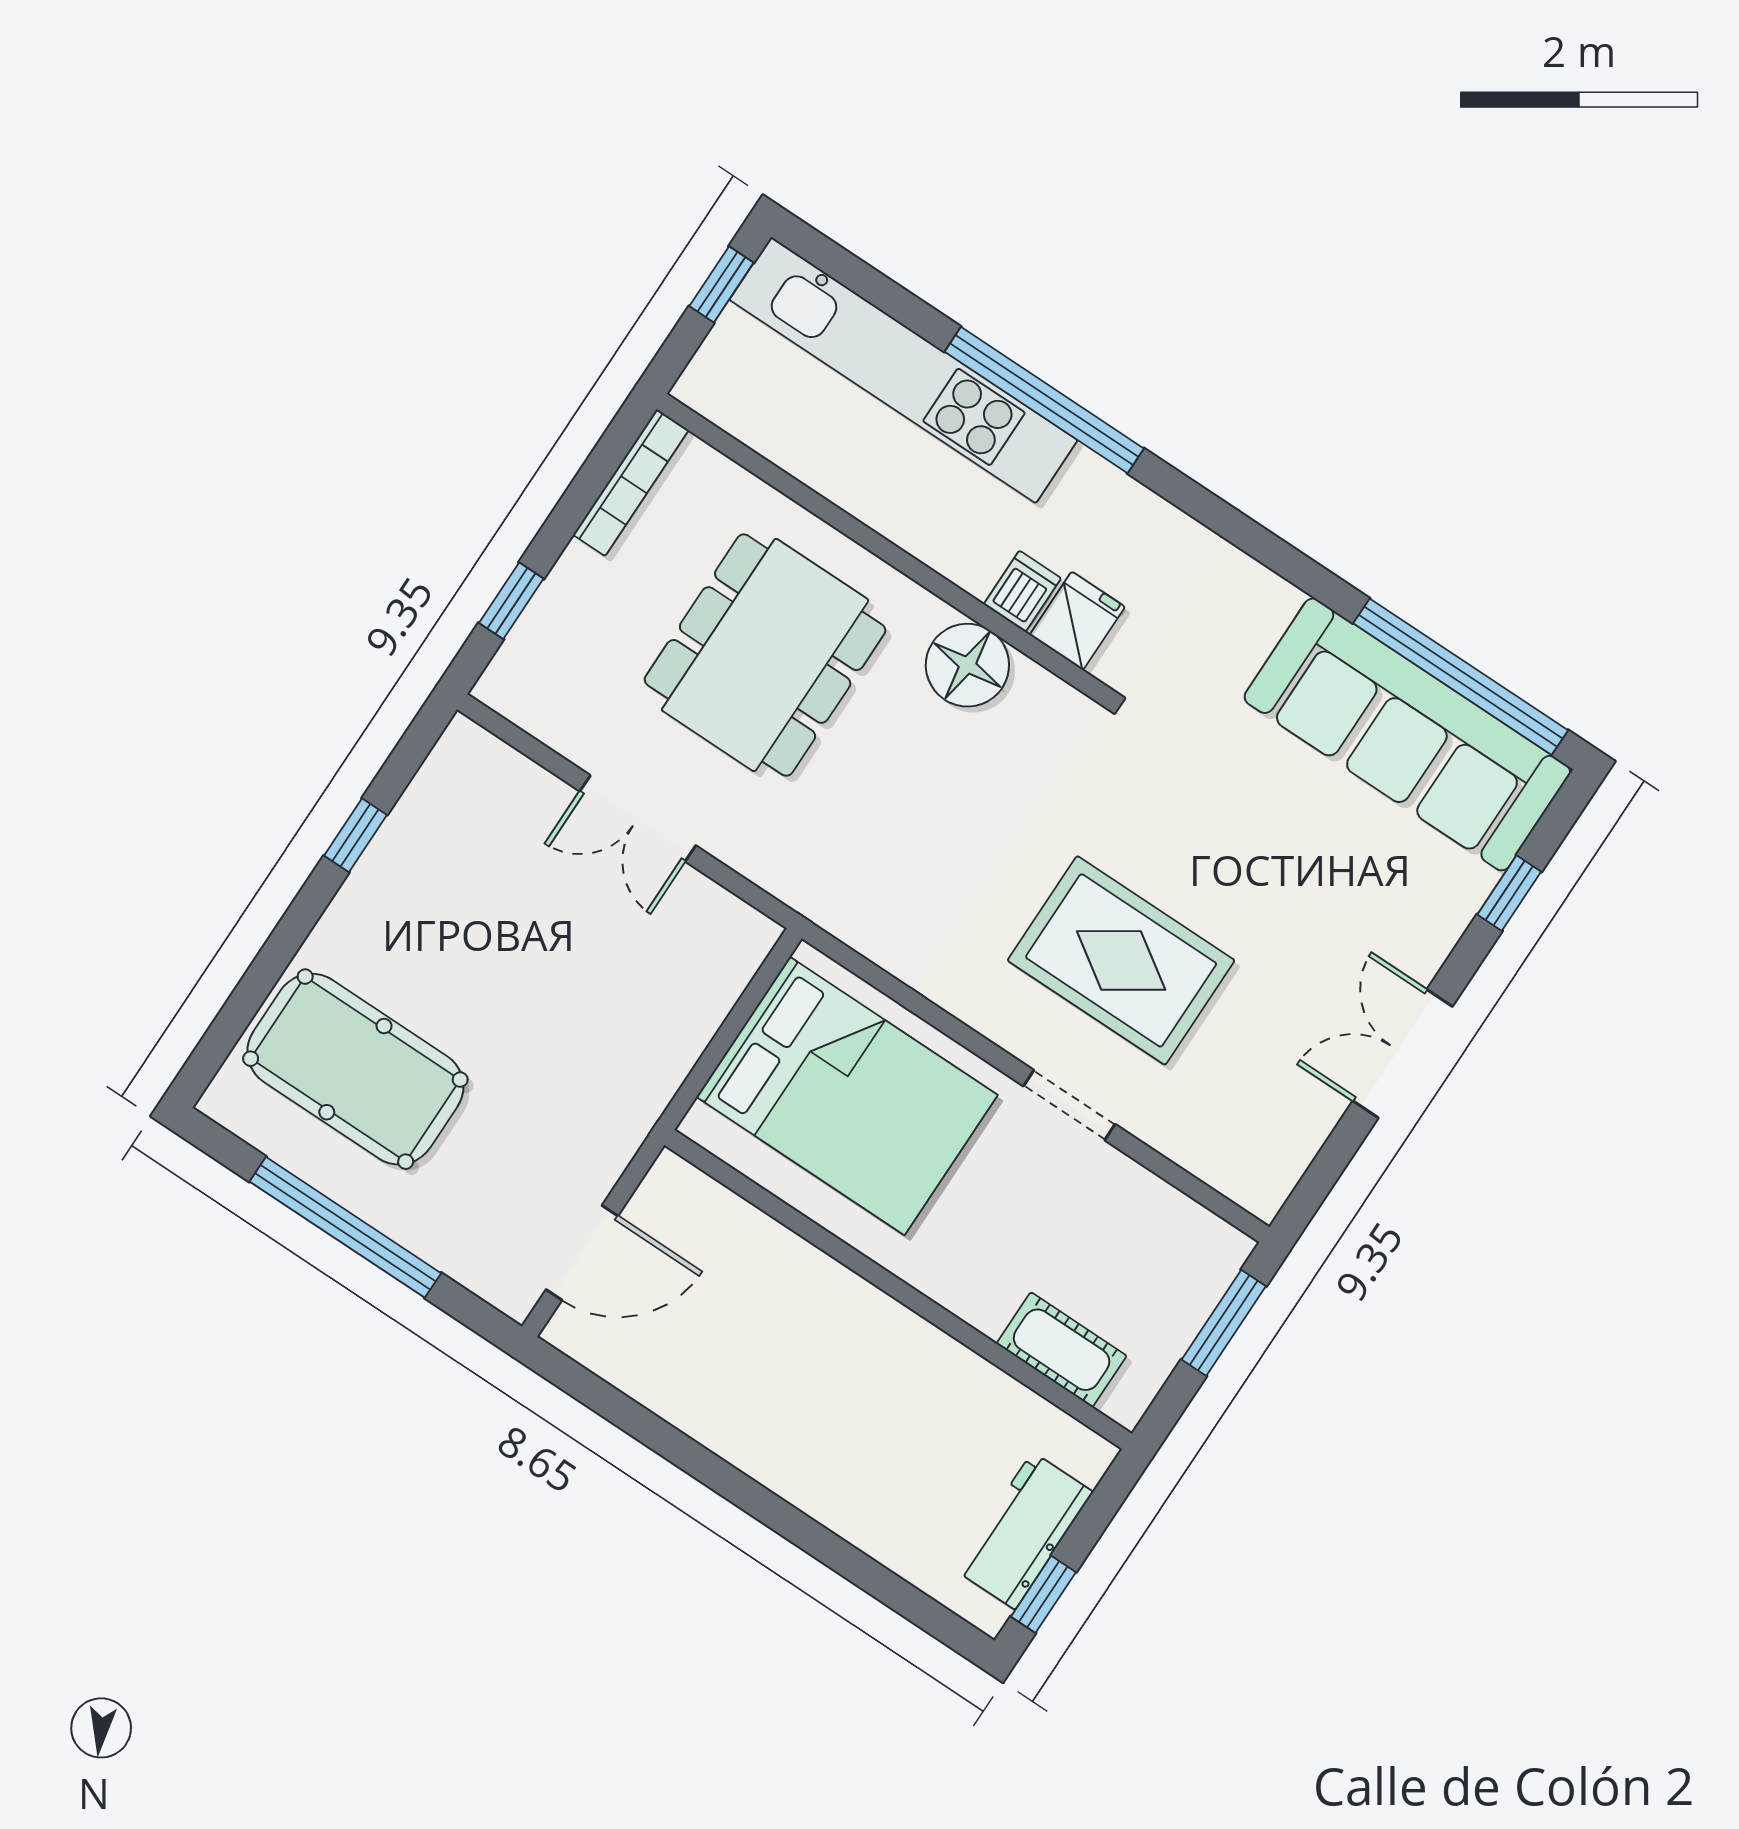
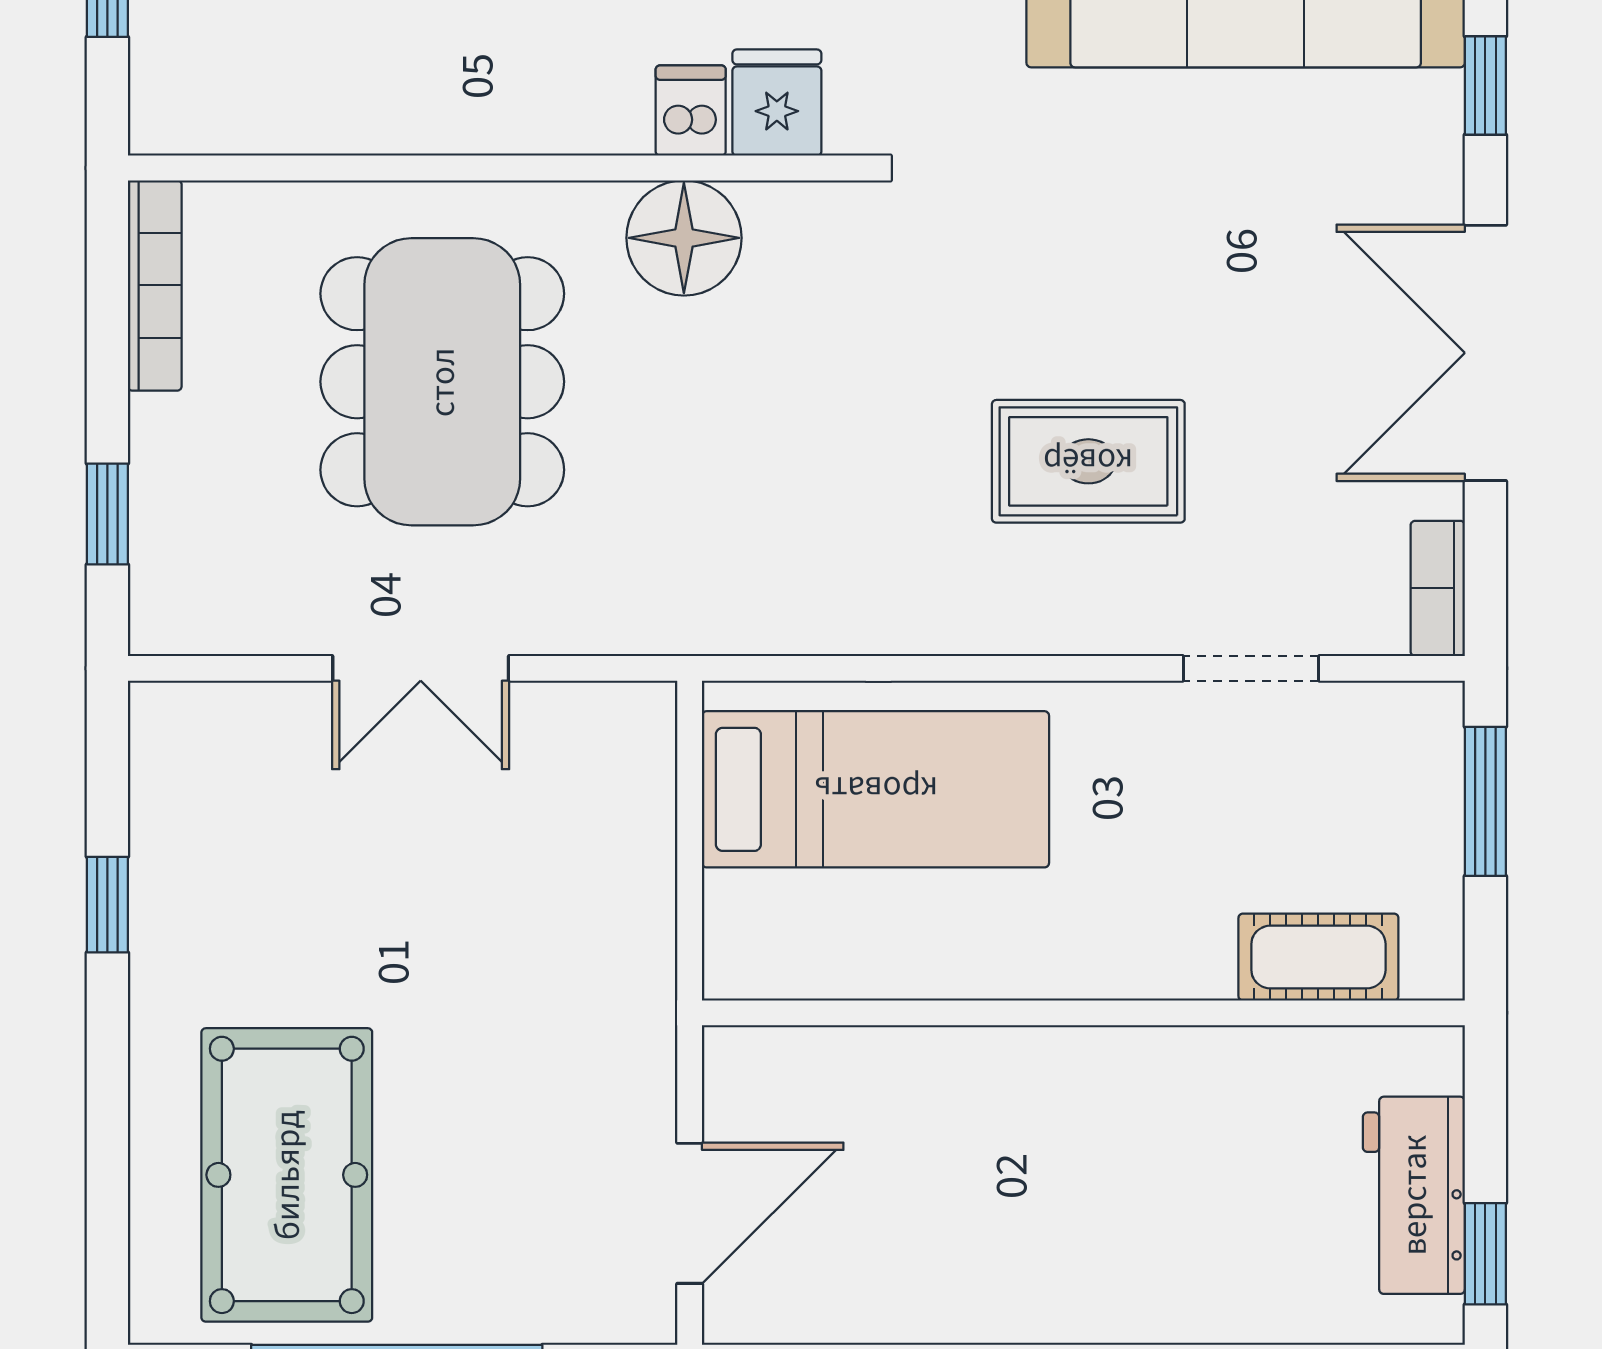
rug: (1121, 960) -> (1088, 461), width x0.73, depth x0.70
double door: (1403, 1054) -> (1485, 353), width x1.37
pool table: (355, 1069) -> (287, 1175), turned 90
bed: (847, 1096) -> (876, 789), width x0.67
doorway: (1069, 1105) -> (1251, 668), moved
bookcase: (1280, 1176) -> (1438, 588), added

